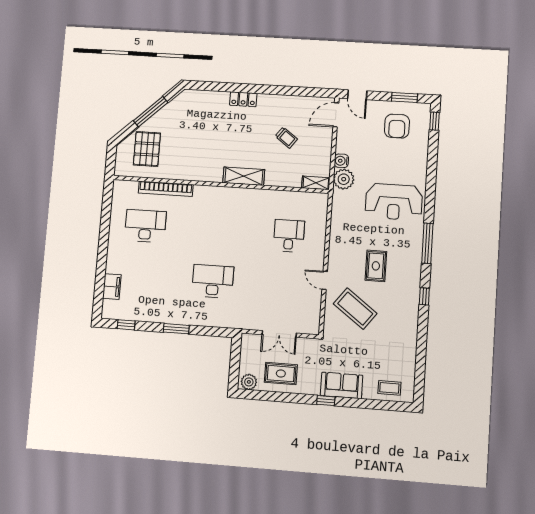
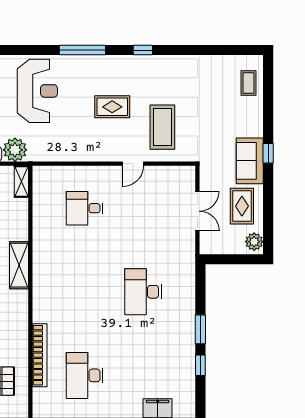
coffee table: (355, 309) -> (162, 127), turned -37
window: (126, 325) -> (200, 365), moved
sofa: (342, 385) -> (250, 161), moved

